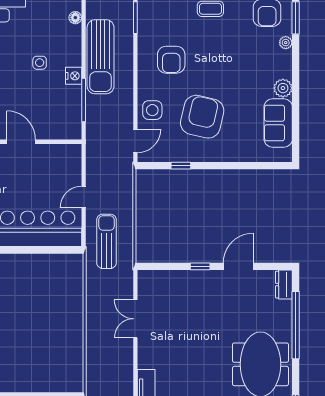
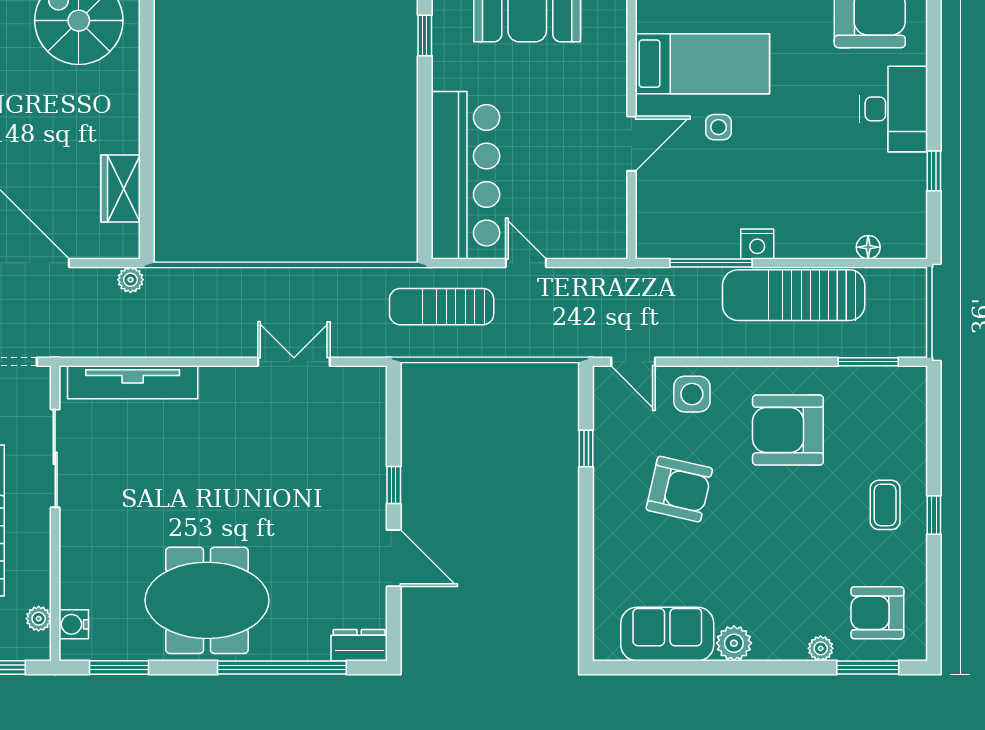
armchair: (171, 60) -> (788, 430), width x1.36, depth x1.36
side table: (40, 63) -> (719, 127), moved
armchair: (202, 117) -> (679, 489), width x0.73, depth x0.73
sun lounger: (106, 241) -> (442, 307), turned 180

